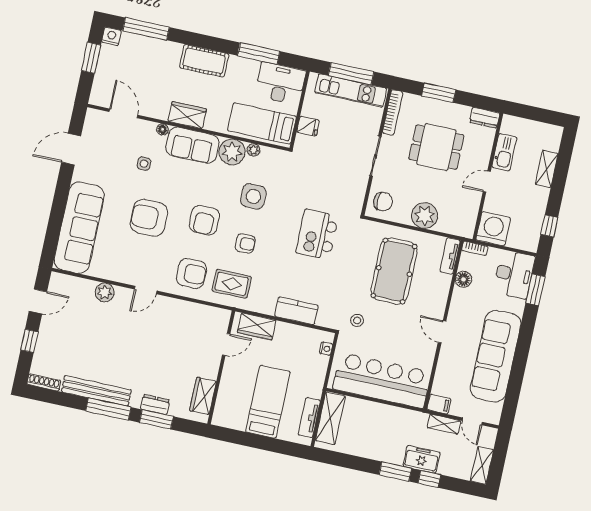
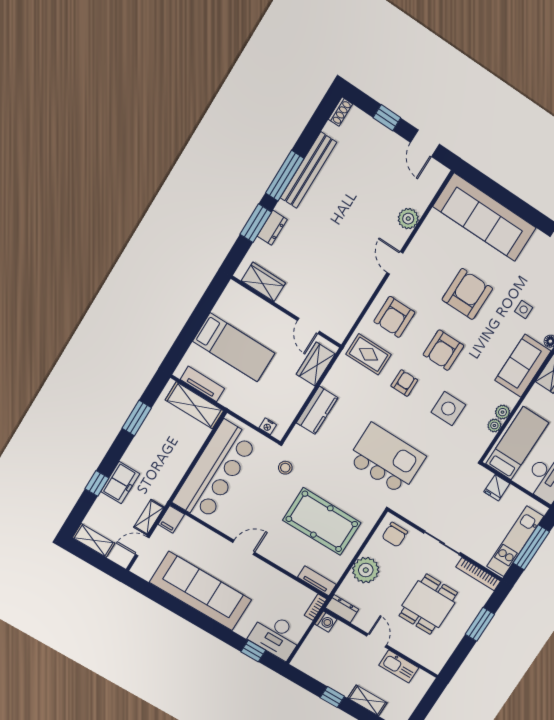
dresser: (485, 118) -> (342, 609), moved, turned 90
plant: (232, 152) -> (503, 412), width x0.53, depth x0.53
armchair: (204, 220) -> (443, 350), turned -90
window: (549, 226) -> (332, 697), moved
washing machine: (493, 229) -> (326, 622), width x0.53, depth x0.53
kitchen island: (317, 234) -> (387, 459), width x1.37, depth x1.28
armchair: (245, 244) -> (404, 383), turned 180
floor lamp: (463, 279) -> (289, 586), removed
rug: (232, 284) -> (369, 354), turned 90
window: (535, 290) -> (253, 651), width x0.67
shoe rack: (44, 382) -> (340, 112), width x0.70
window: (395, 472) -> (137, 418), moved

